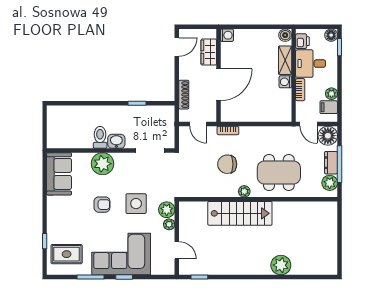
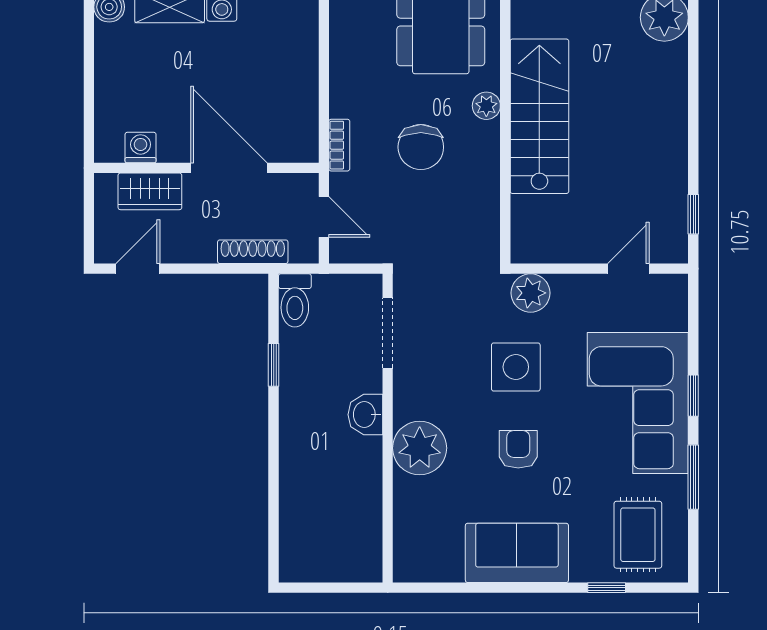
washing machine: (227, 35) -> (141, 148), moved
door: (177, 47) -> (138, 269), hinge flipped
door: (198, 124) -> (324, 217), hinge flipped
toilet: (100, 137) -> (295, 300), moved, turned -90
sofa: (59, 174) -> (517, 553), moved
plant: (169, 224) -> (566, 287), removed

